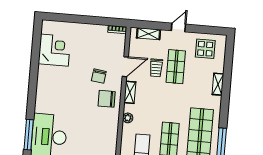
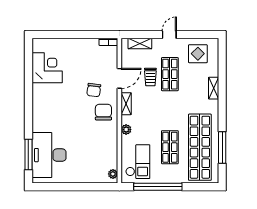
chair: (107, 99) -> (103, 112), turned 90

